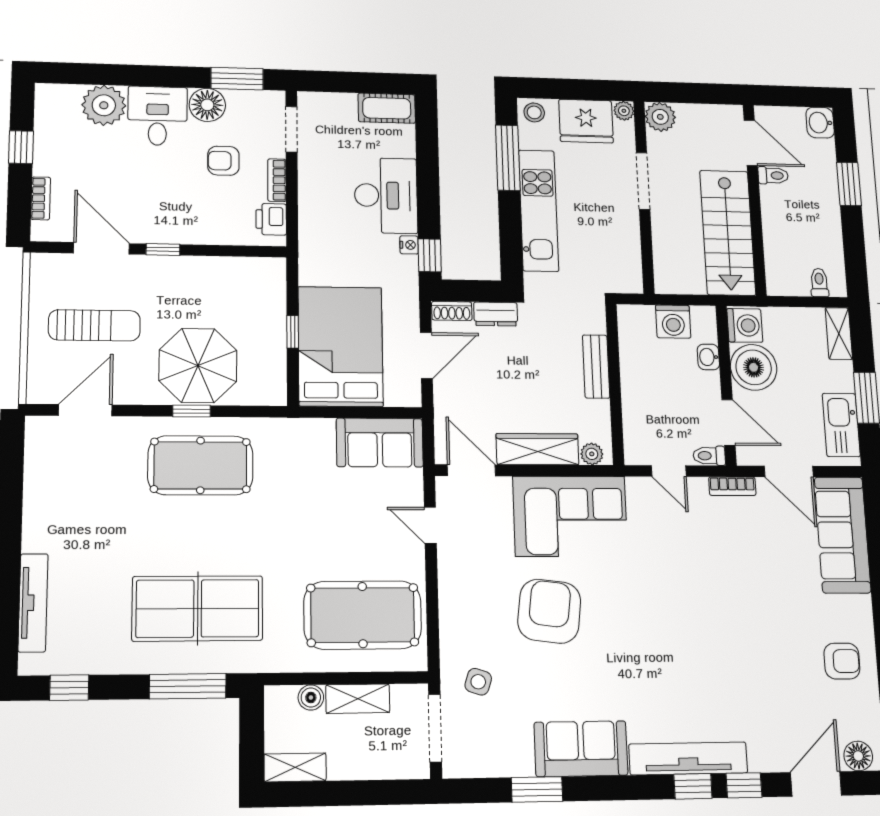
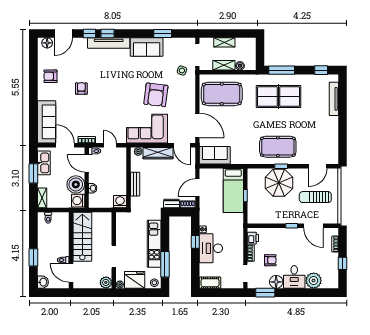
window: (430, 255) -> (195, 242), moved
washing machine: (673, 322) -> (120, 202), moved
bed: (340, 346) -> (233, 191), width x0.67
door: (430, 525) -> (197, 125), width x1.88
armchair: (756, 627) -> (81, 89), added
shelving: (295, 767) -> (224, 42), moved

